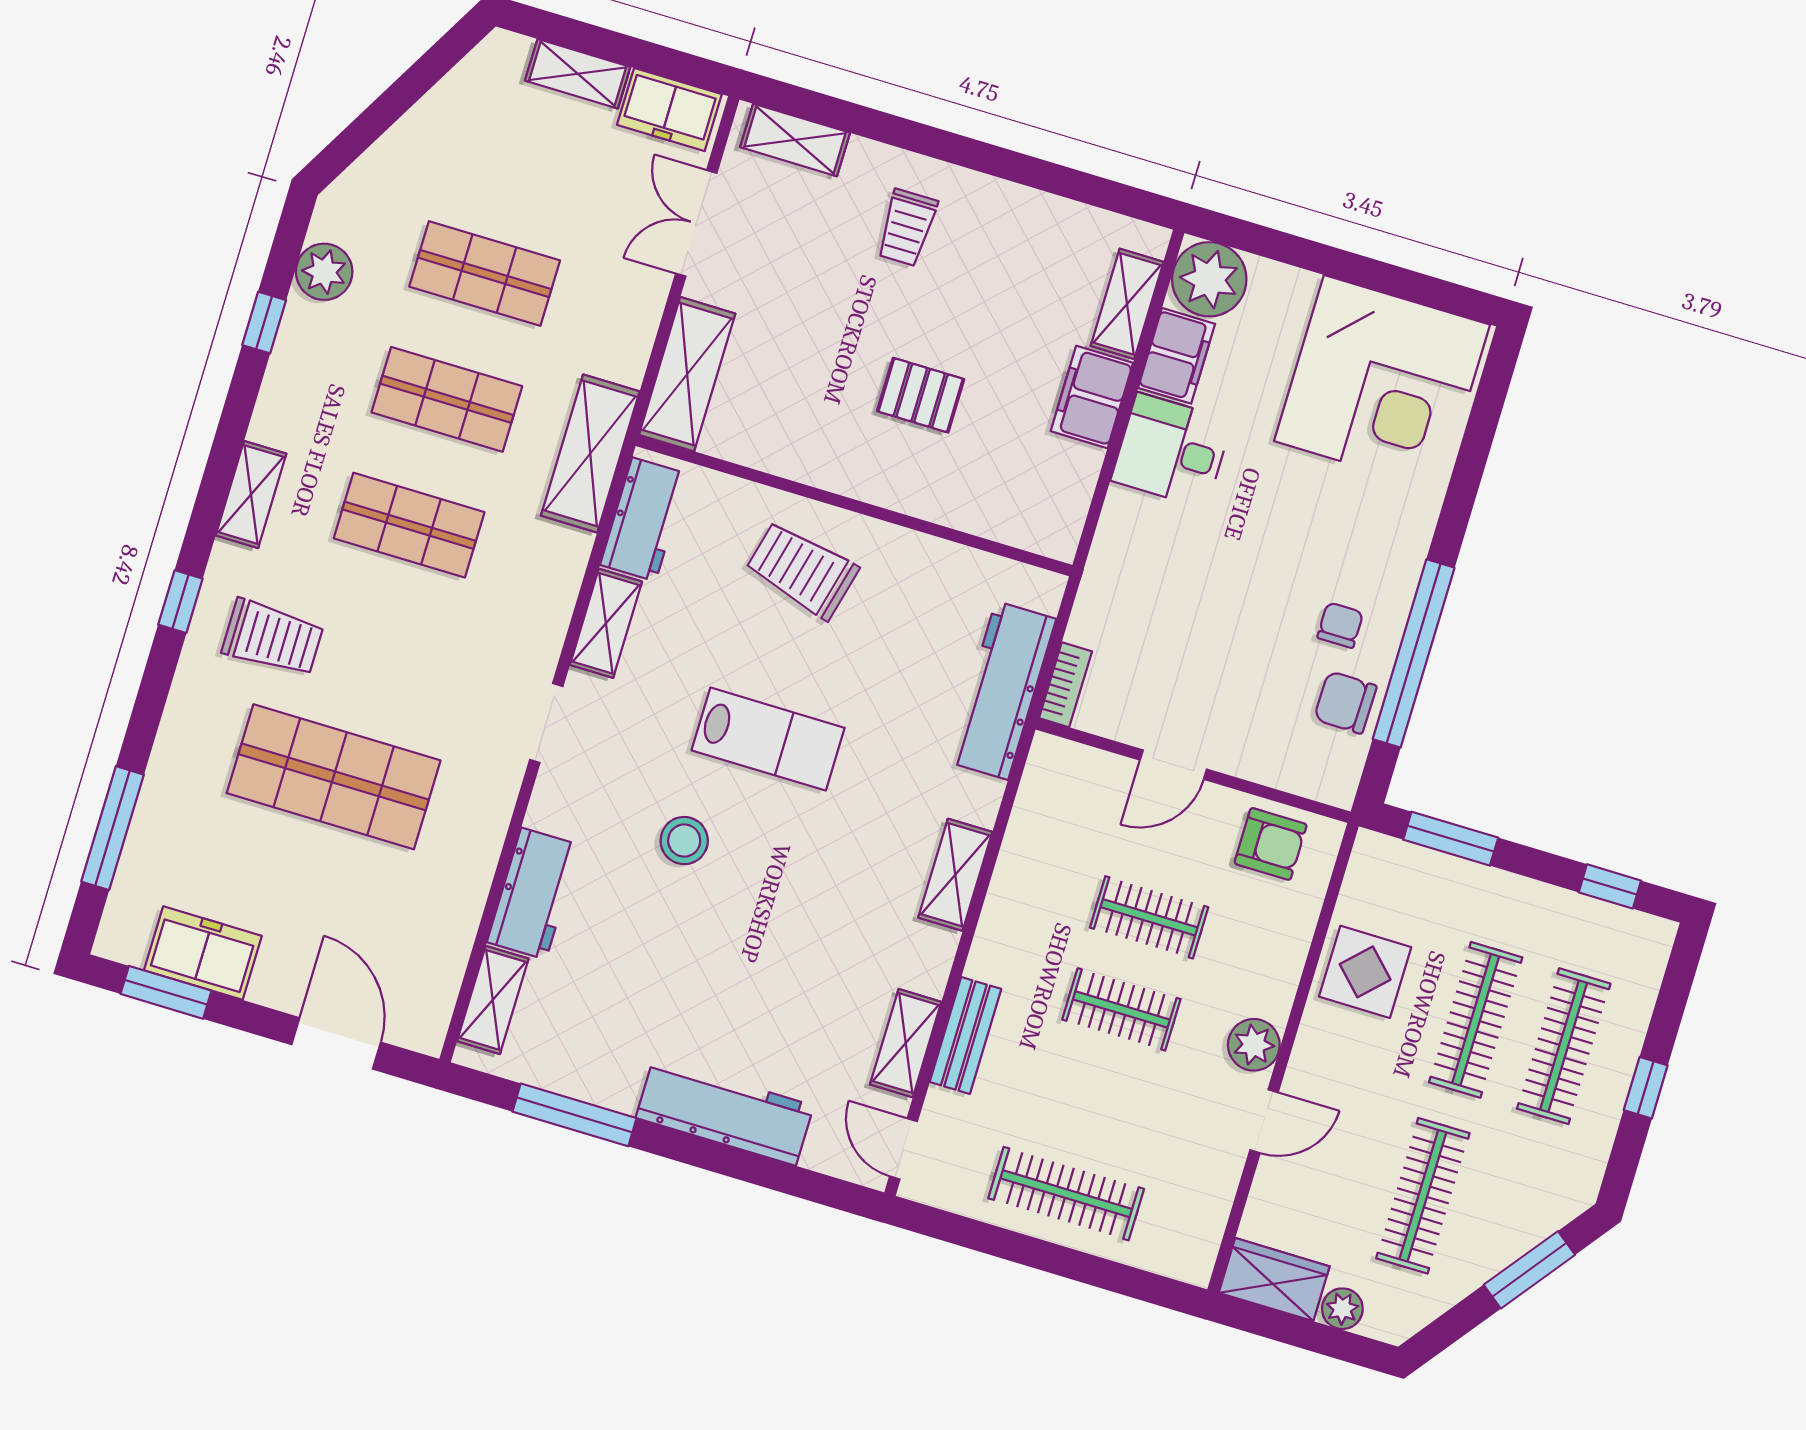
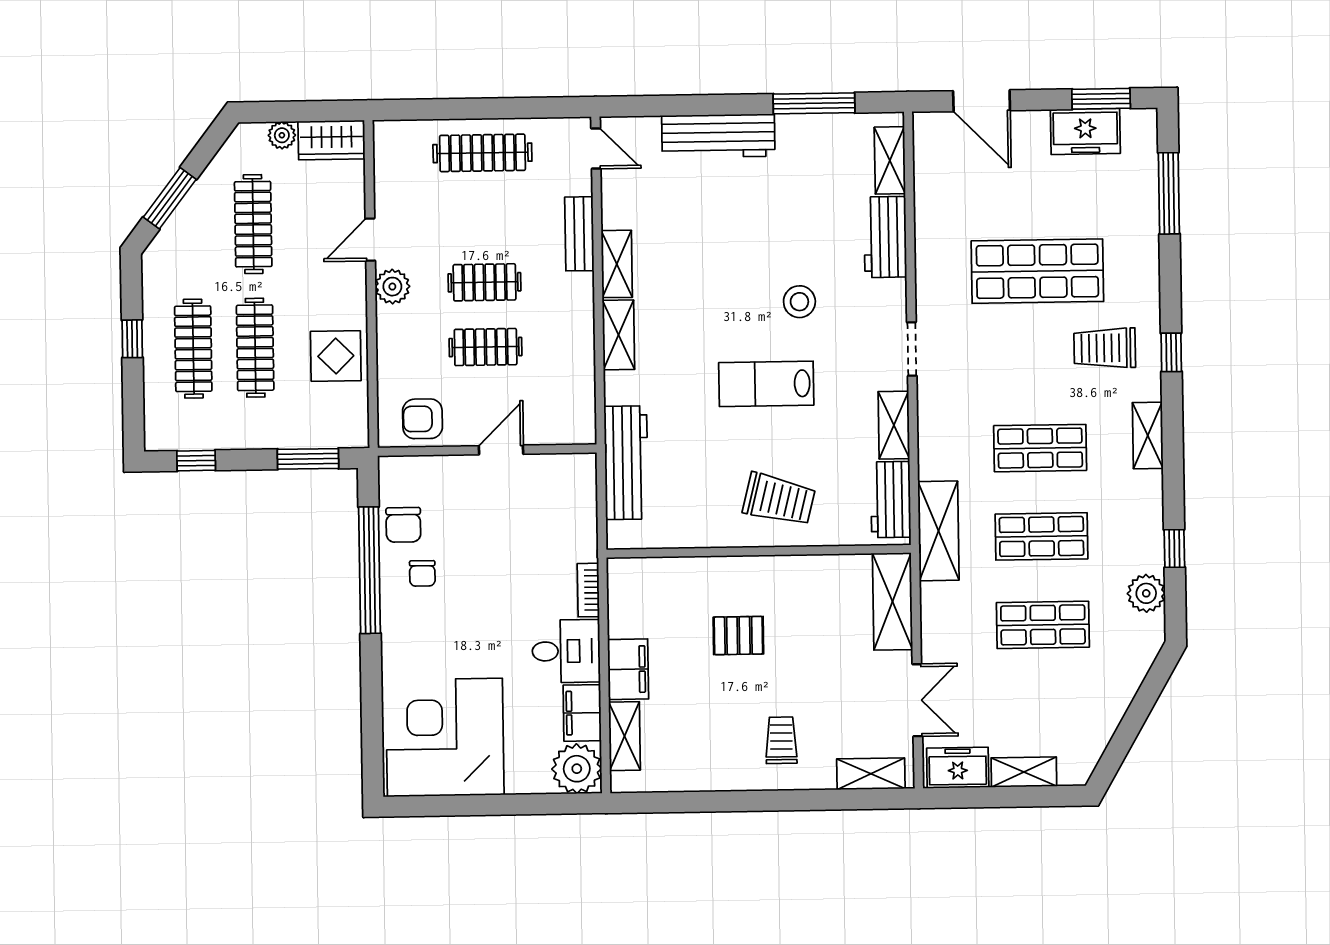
bookcase: (1065, 685) -> (588, 590), moved
chair: (1345, 702) -> (403, 525), turned 89
shelving: (906, 1043) -> (617, 264), moved

